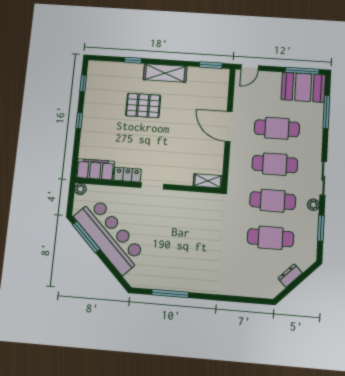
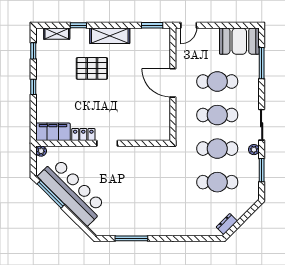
window: (302, 71) -> (238, 25), removed
shelving: (208, 181) -> (57, 34), moved
dresser: (290, 276) -> (227, 224), moved

